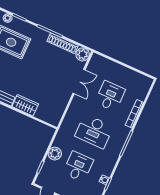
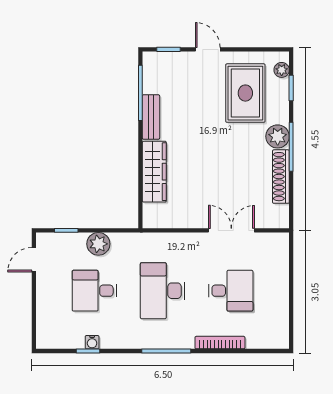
plant: (83, 54) -> (278, 136), moved
double door: (79, 82) -> (231, 230), swing flipped
wardrobe: (25, 105) -> (154, 172), width x1.50
desk: (78, 167) -> (94, 291), turned 180

